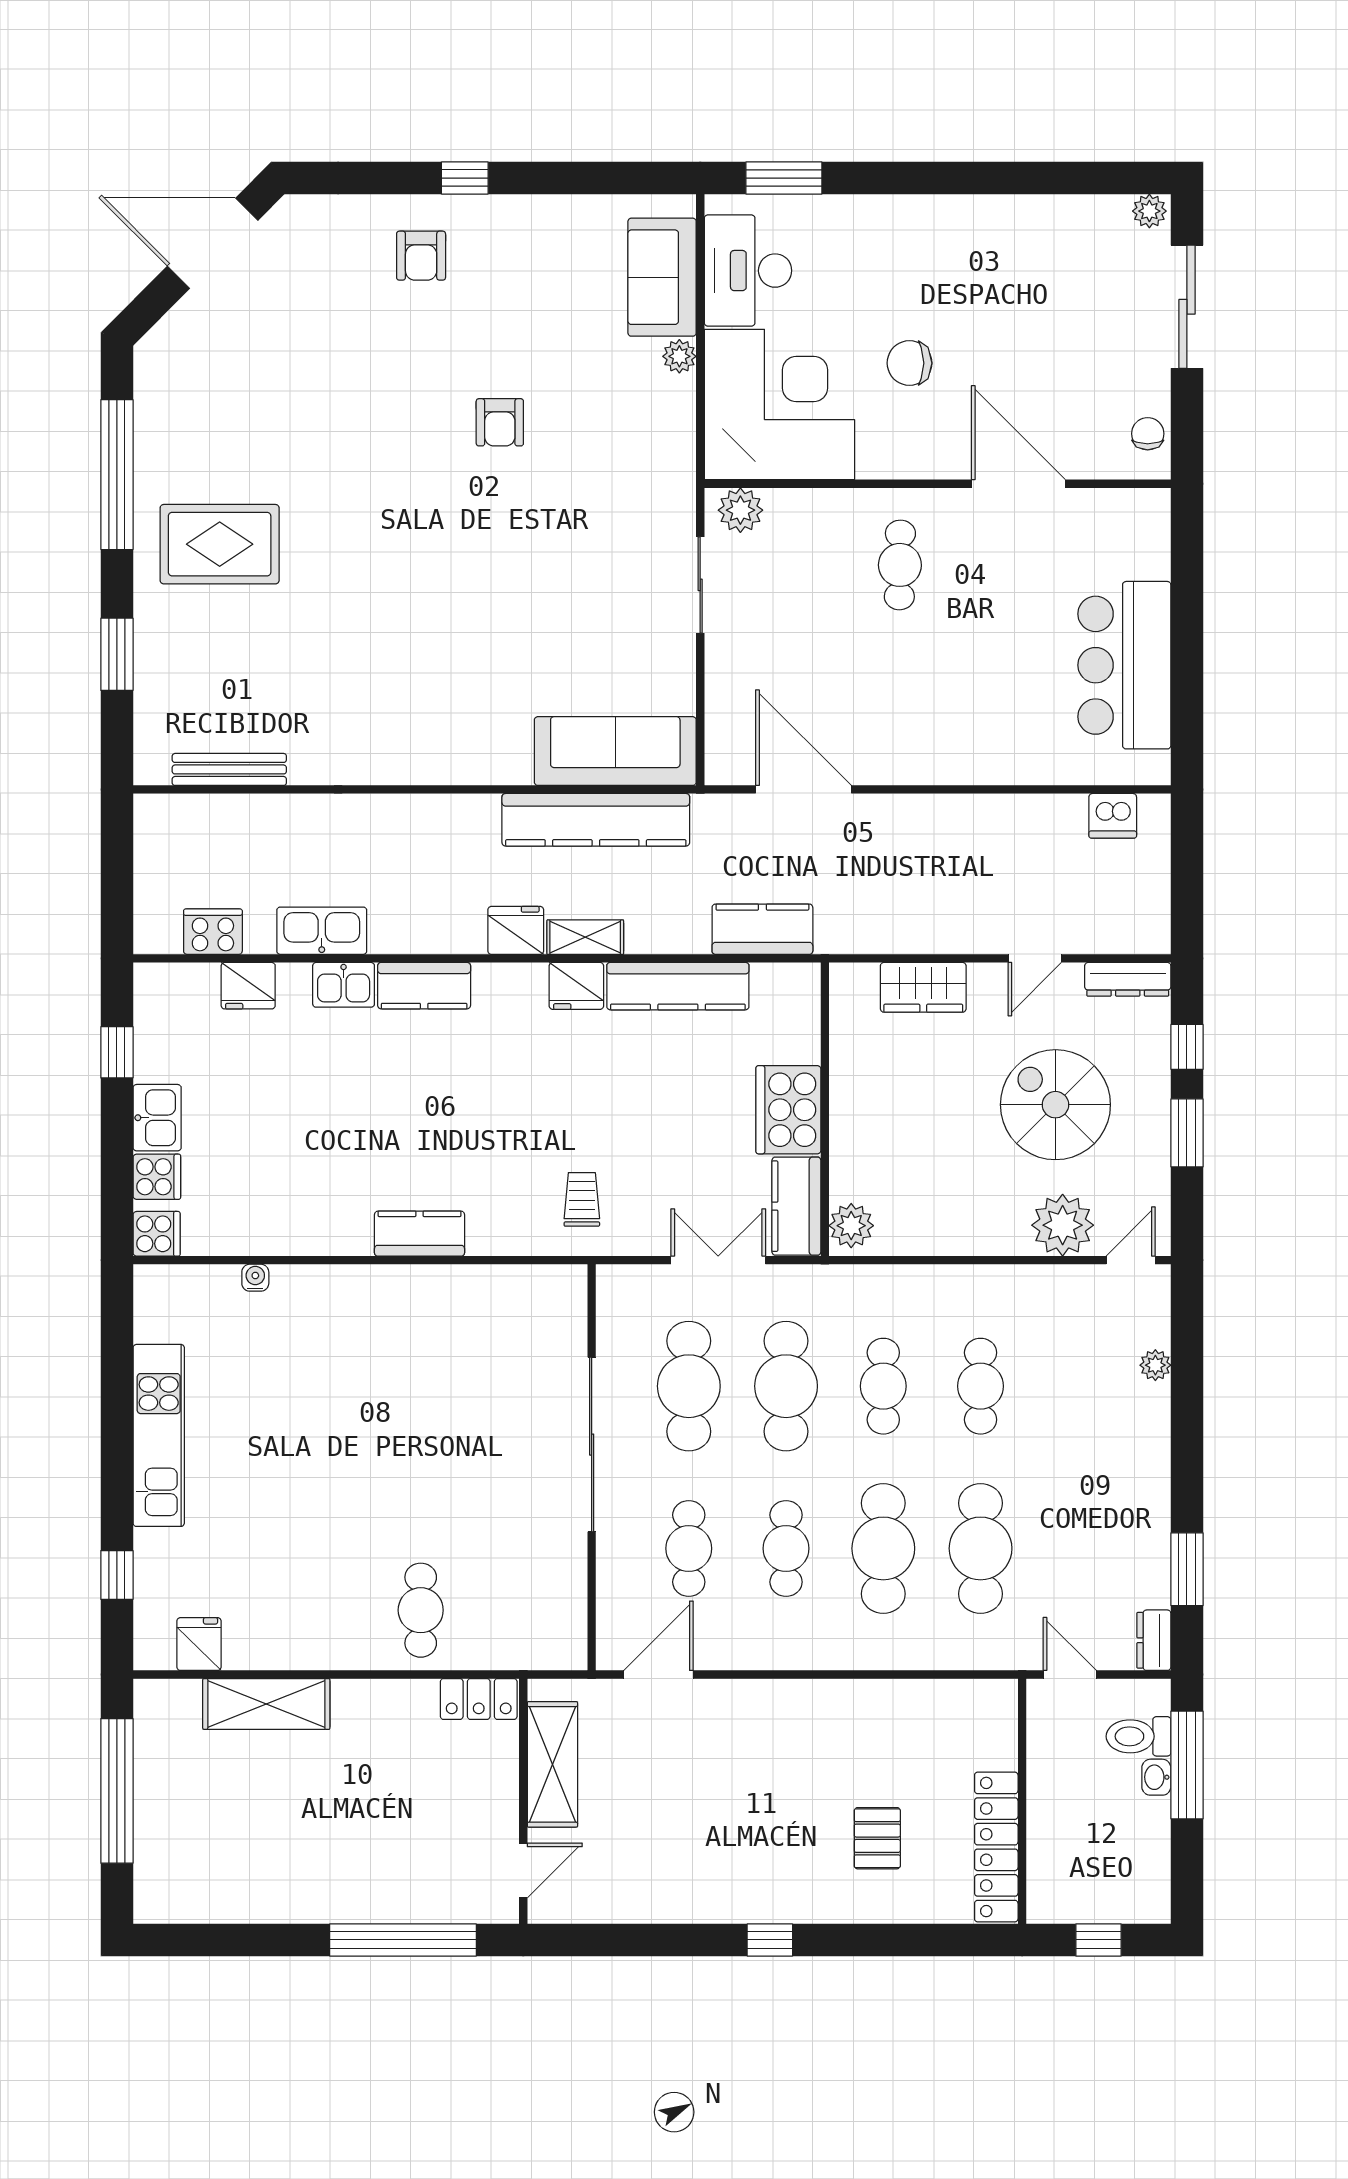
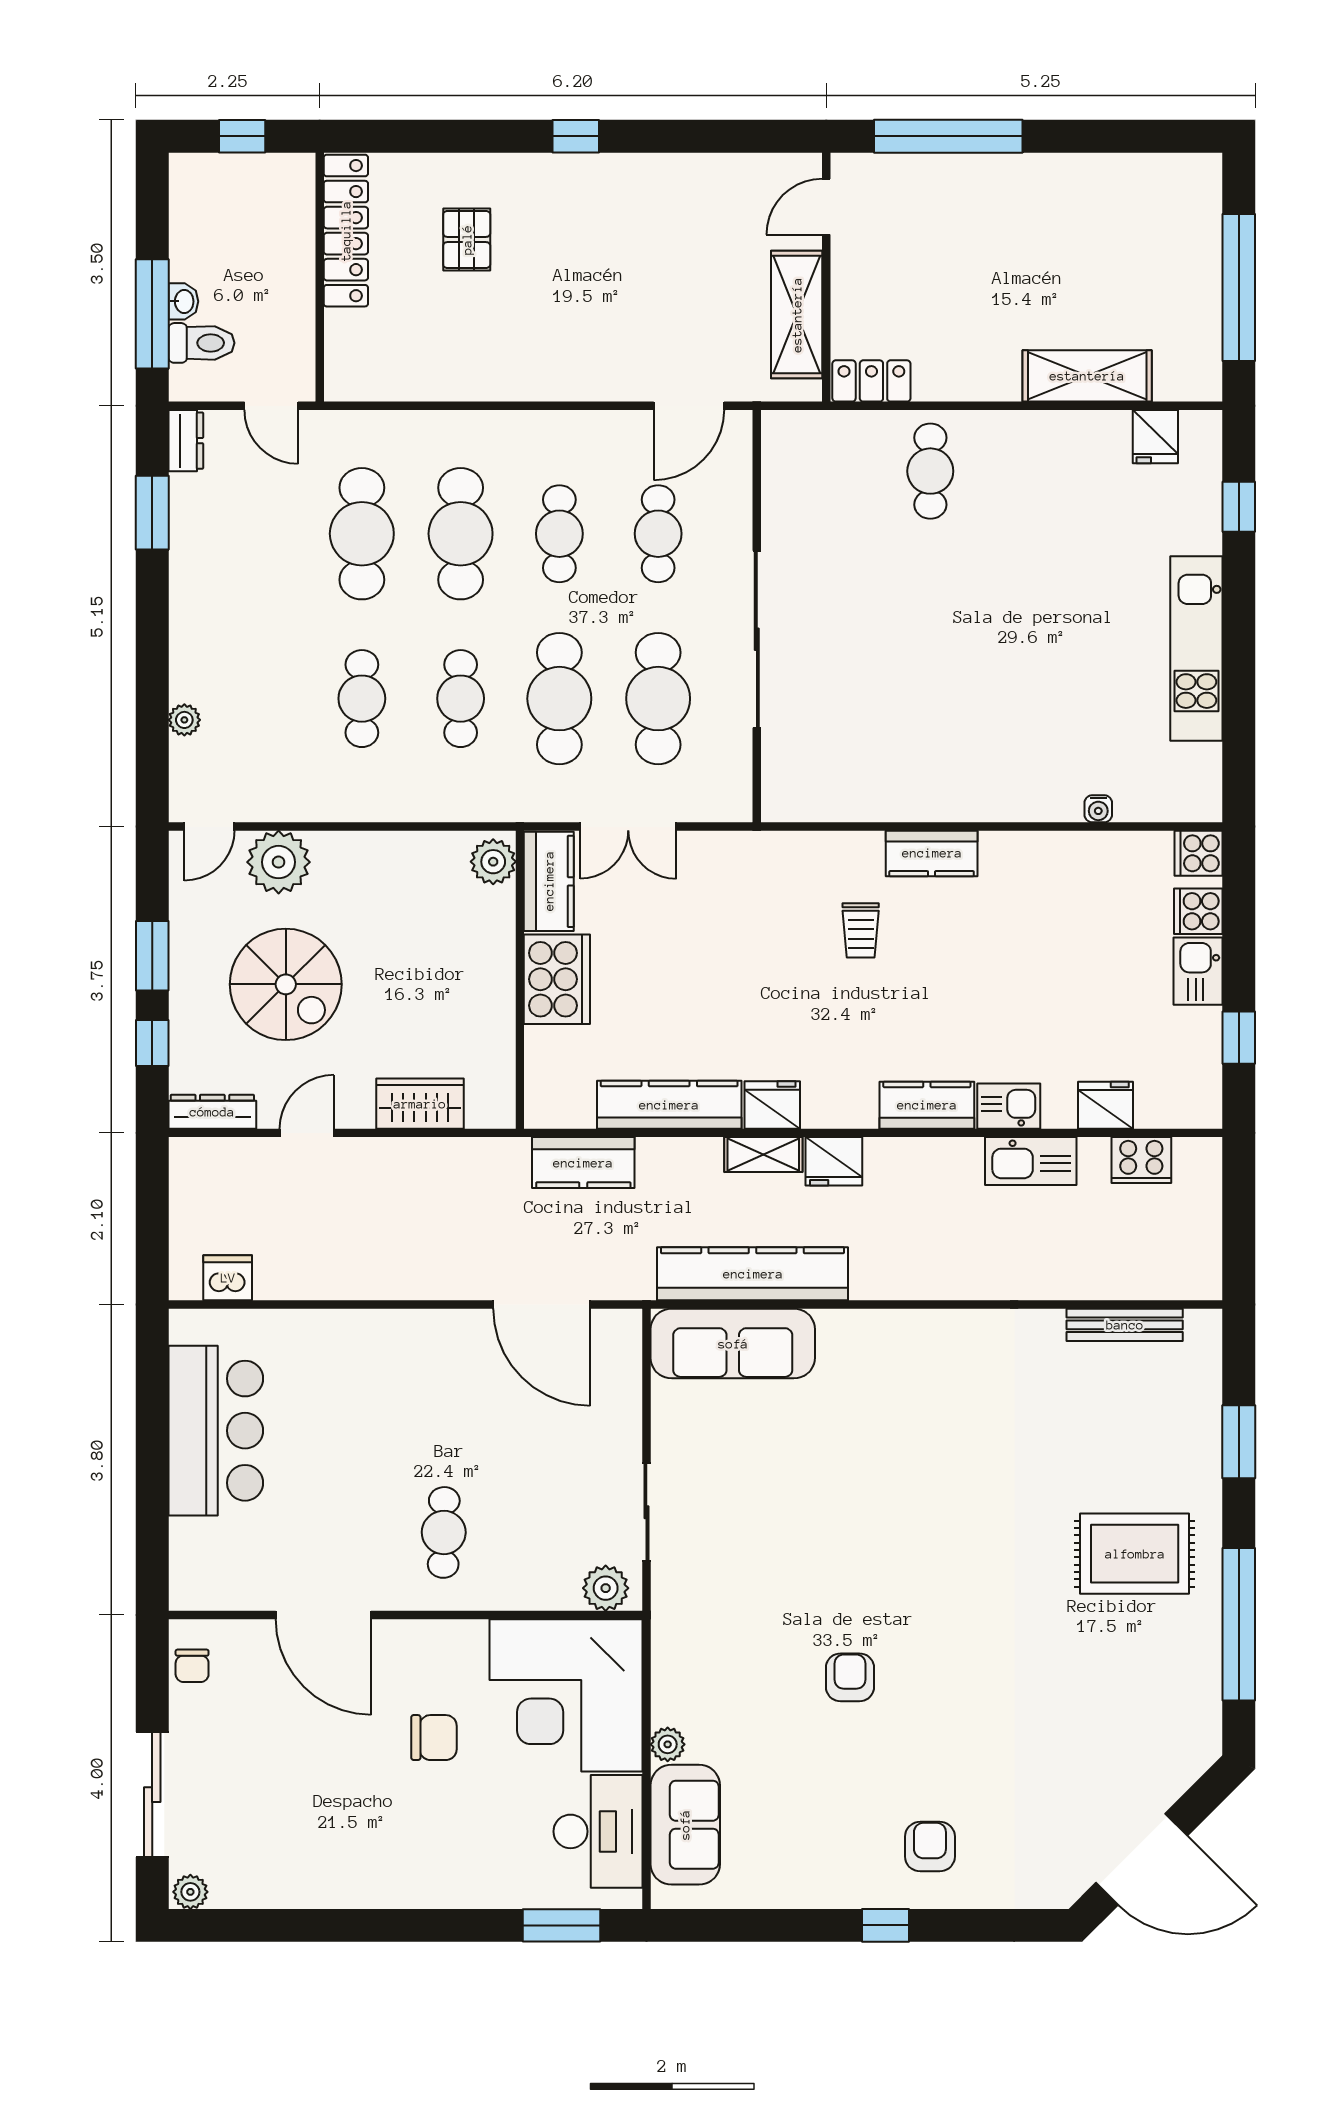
trolley: (582, 1199) -> (861, 930), moved

